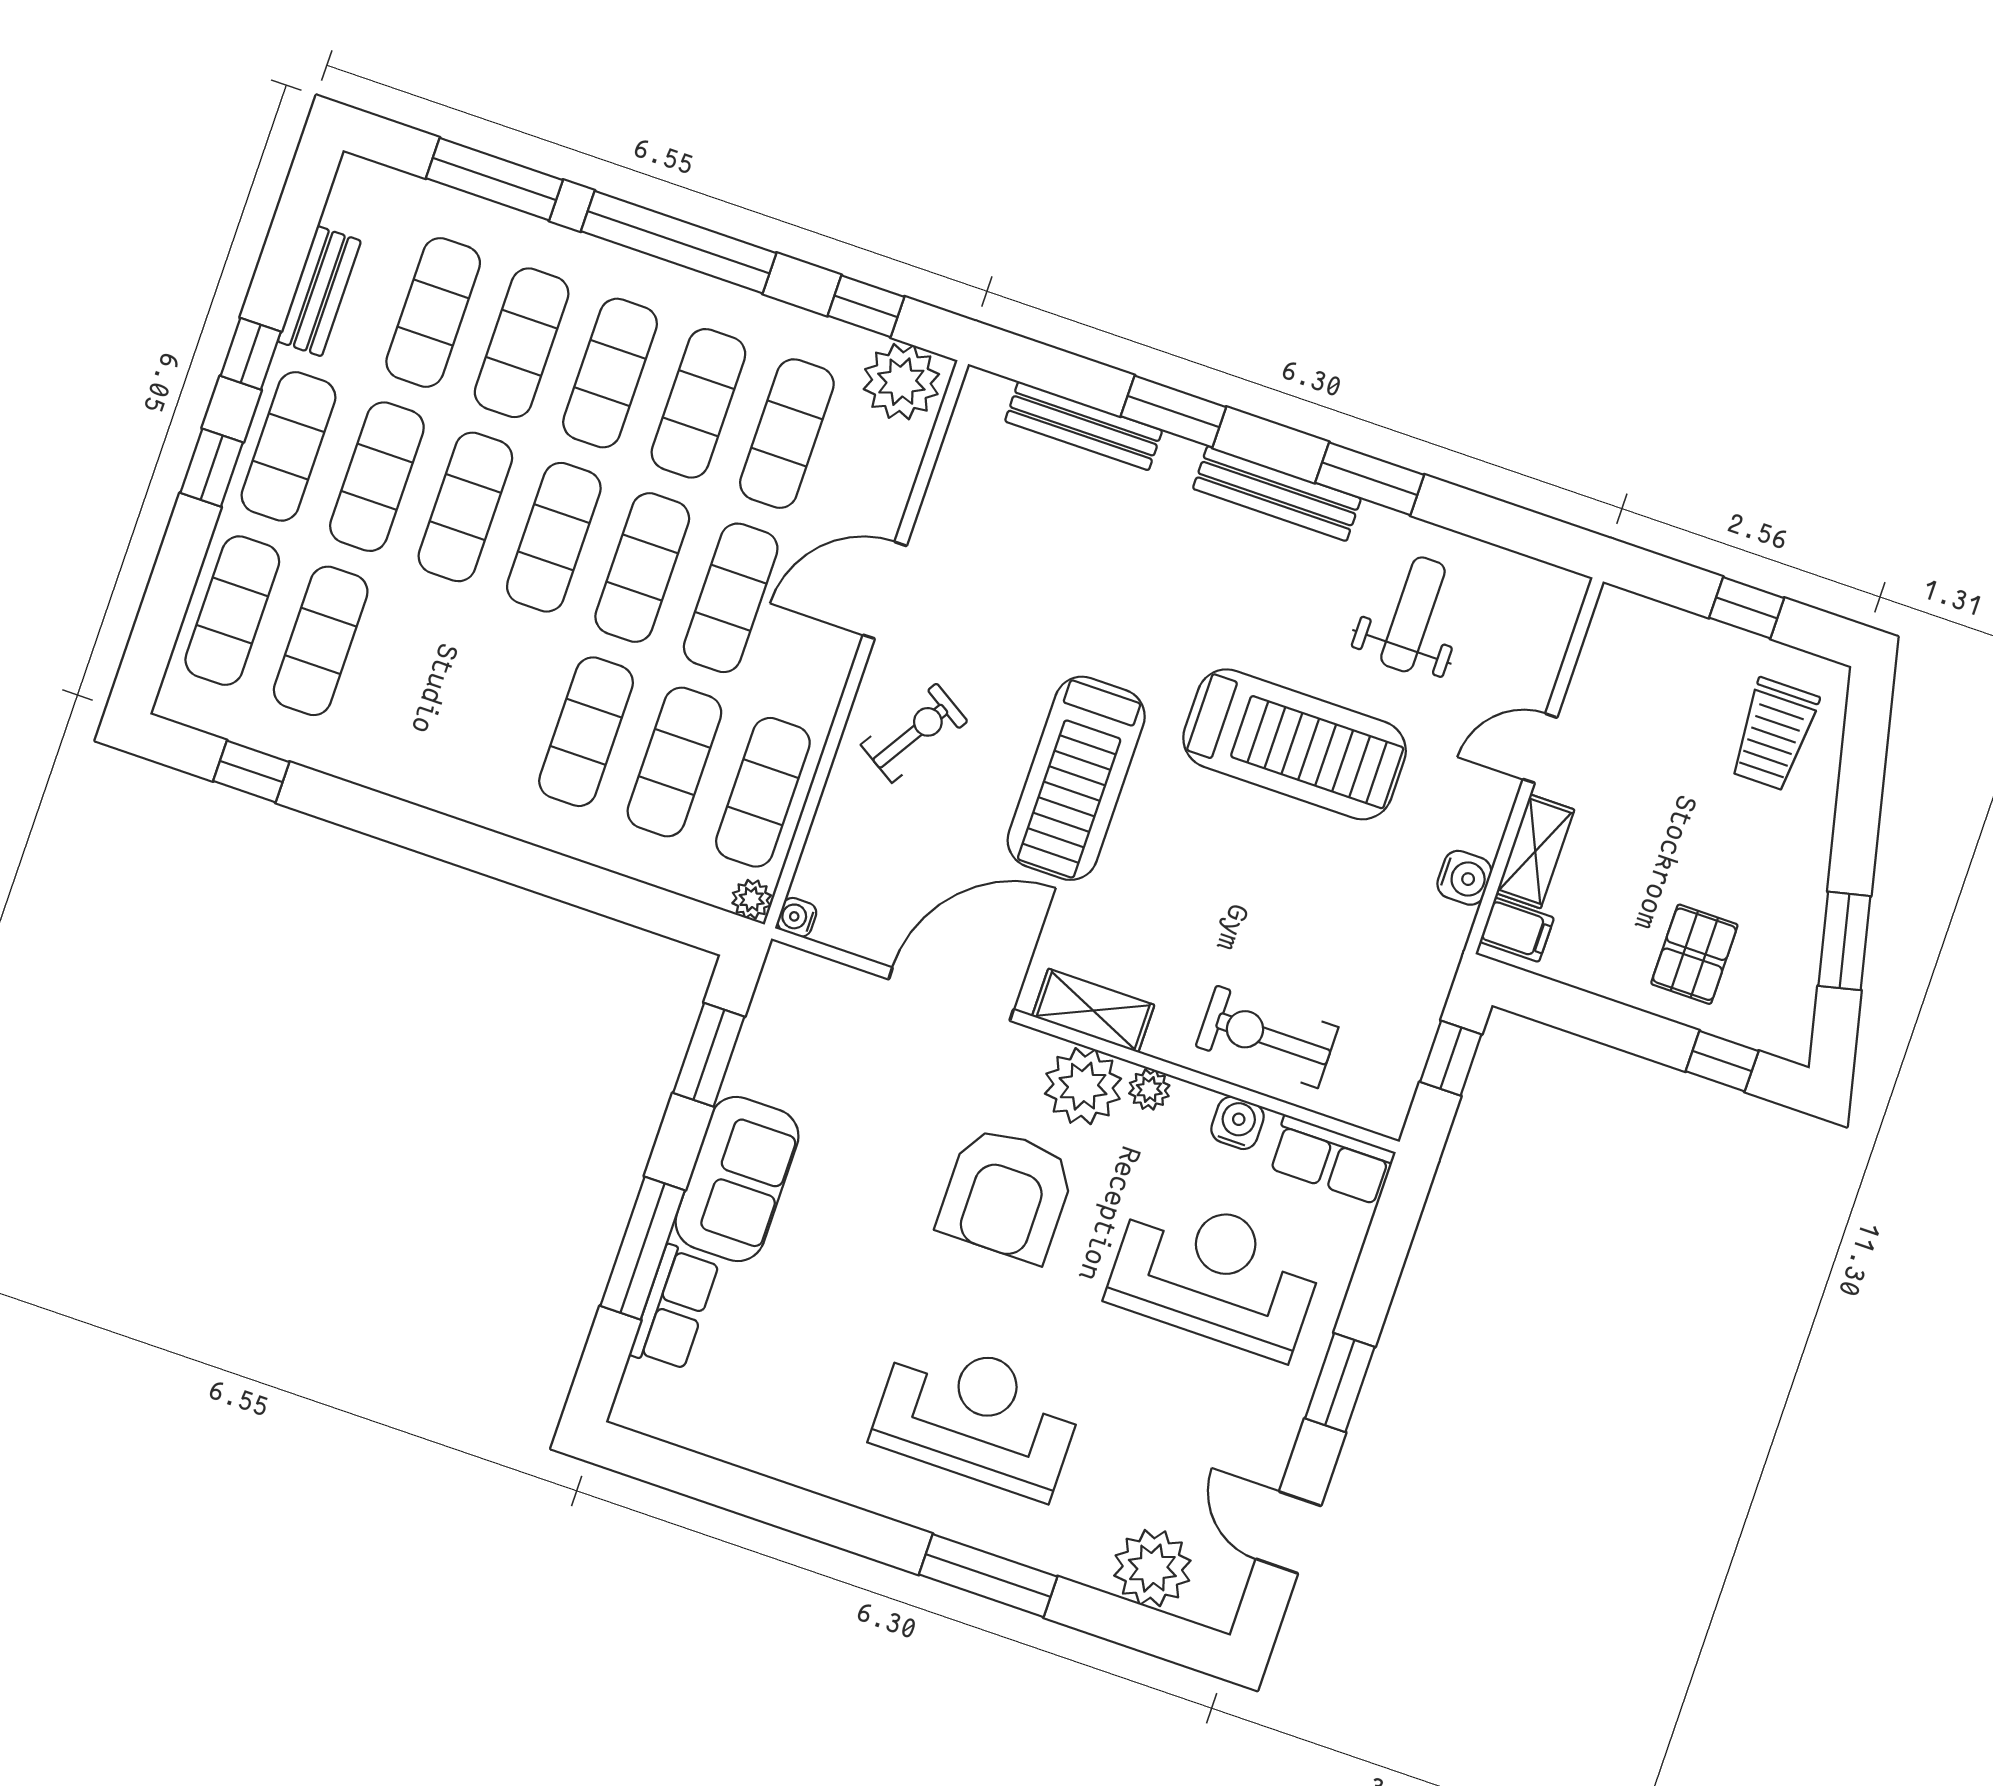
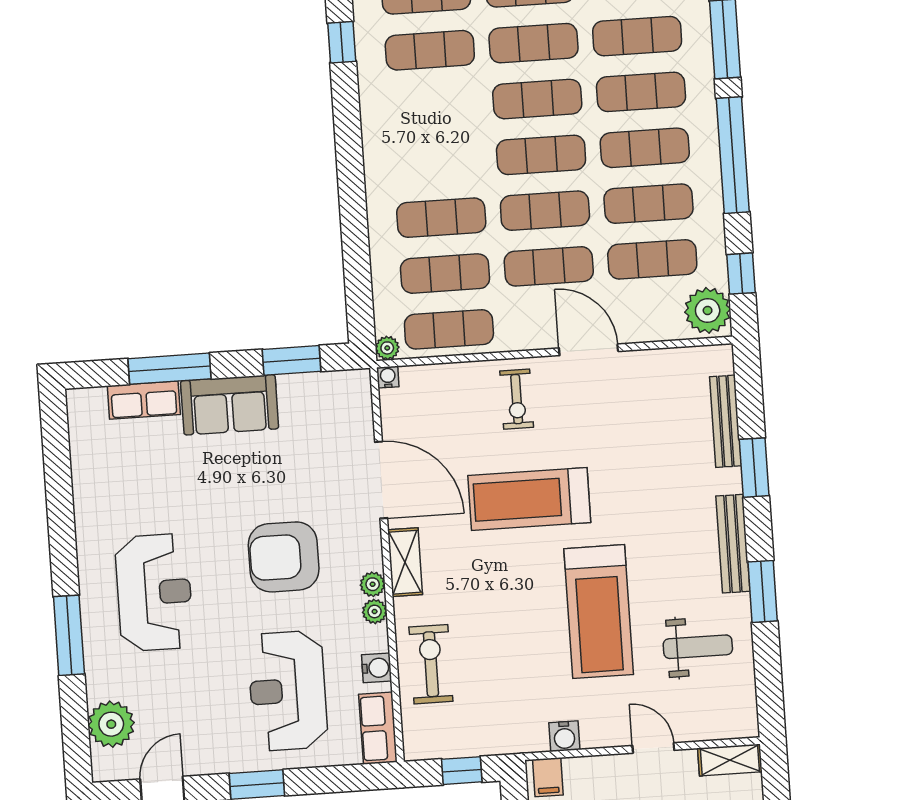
exercise bike: (914, 733) -> (517, 399), turned 58
shelving: (1535, 851) -> (730, 760), moved
plant: (1083, 1086) -> (373, 584), width x0.53, depth x0.53
reception desk: (1215, 1275) -> (288, 691), turned 180

